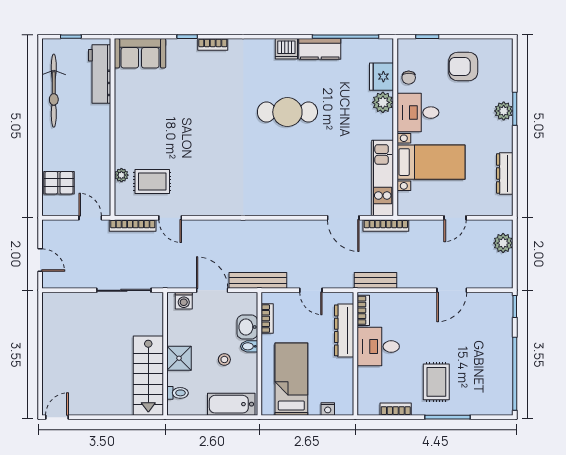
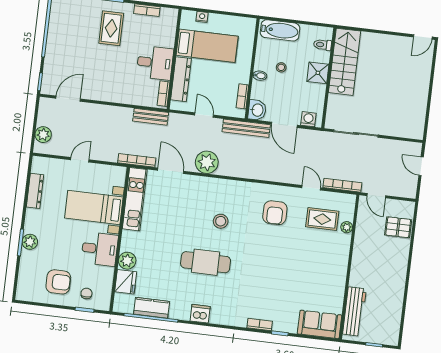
kitchen counter: (320, 49) -> (152, 308), moved
chair: (409, 78) -> (86, 293), moved
bicycle: (54, 91) -> (393, 303), removed
stool: (275, 164) -> (221, 221), added
armchair: (211, 182) -> (275, 213), added
plant: (301, 233) -> (207, 162), added
door: (452, 290) -> (68, 99), moved
washbasin: (247, 327) -> (257, 110), moved
bed: (291, 379) -> (207, 46), moved, turned -90

